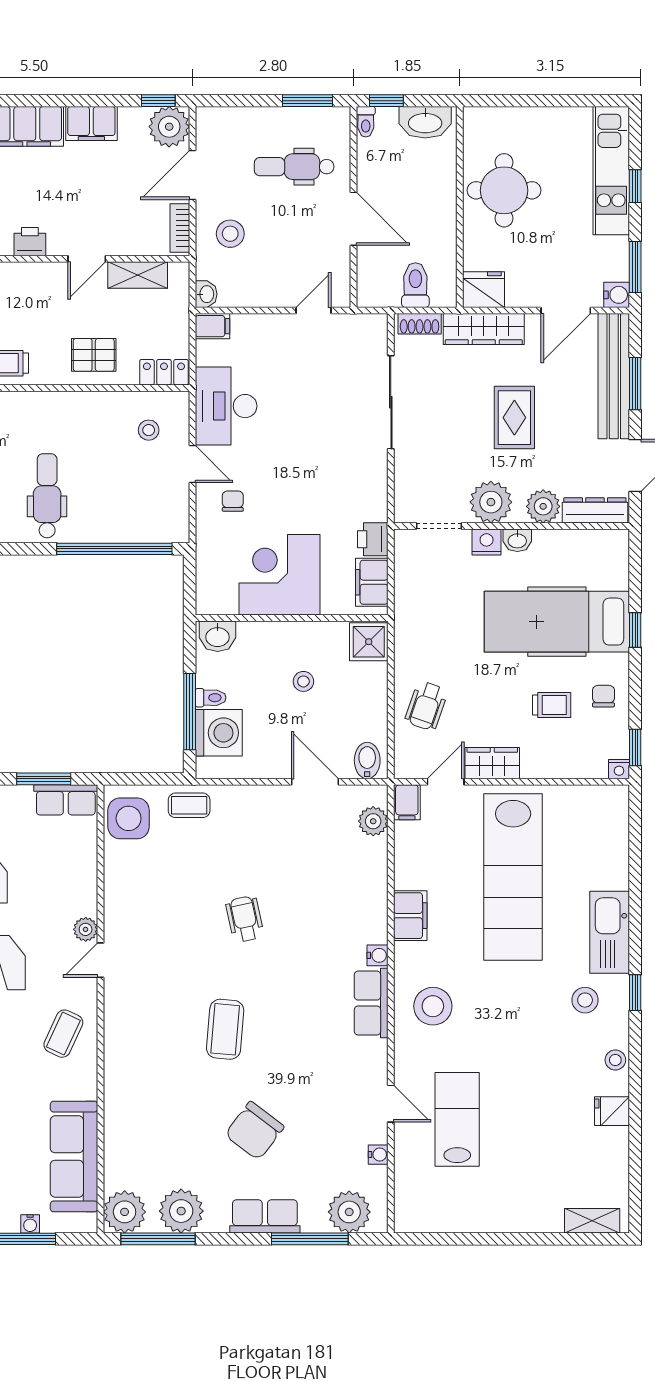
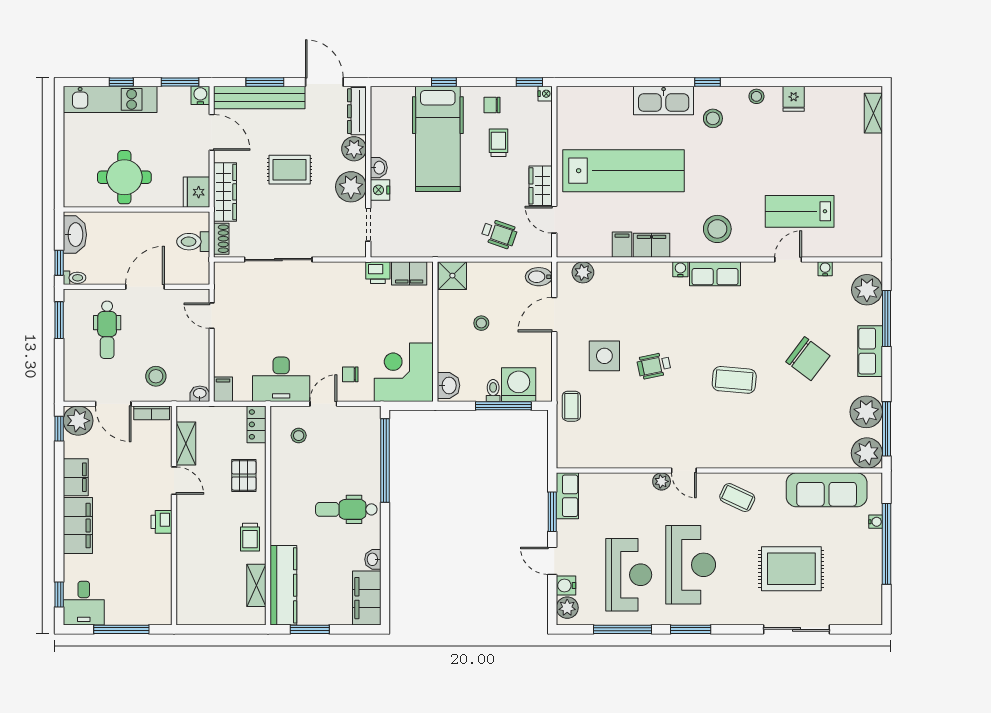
corner desk: (279, 575) -> (404, 372), moved, turned 90
filing cabinet: (407, 802) -> (622, 245), moved, turned -90
side table: (129, 818) -> (604, 356), moved

